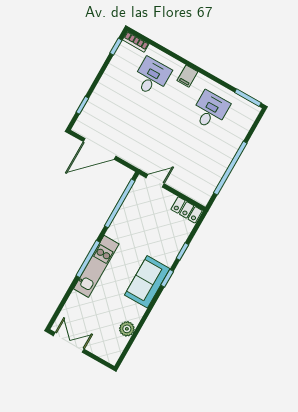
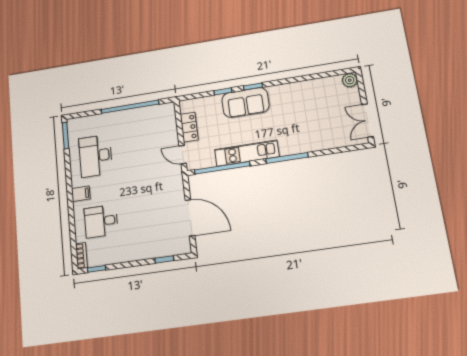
desk: (210, 110) -> (96, 156), width x1.37
locker: (187, 210) -> (189, 127), moved
kitchen unit: (96, 266) -> (247, 153), moved
sofa: (147, 282) -> (245, 103), moved
plant: (127, 329) -> (350, 80), moved

